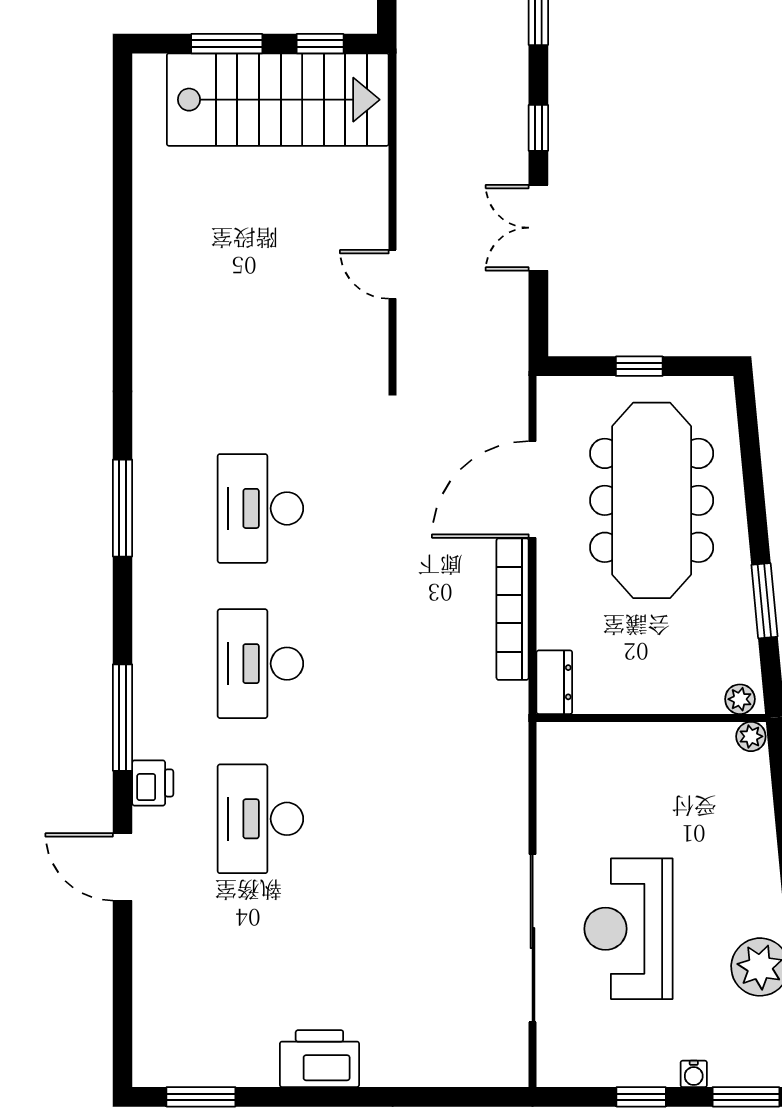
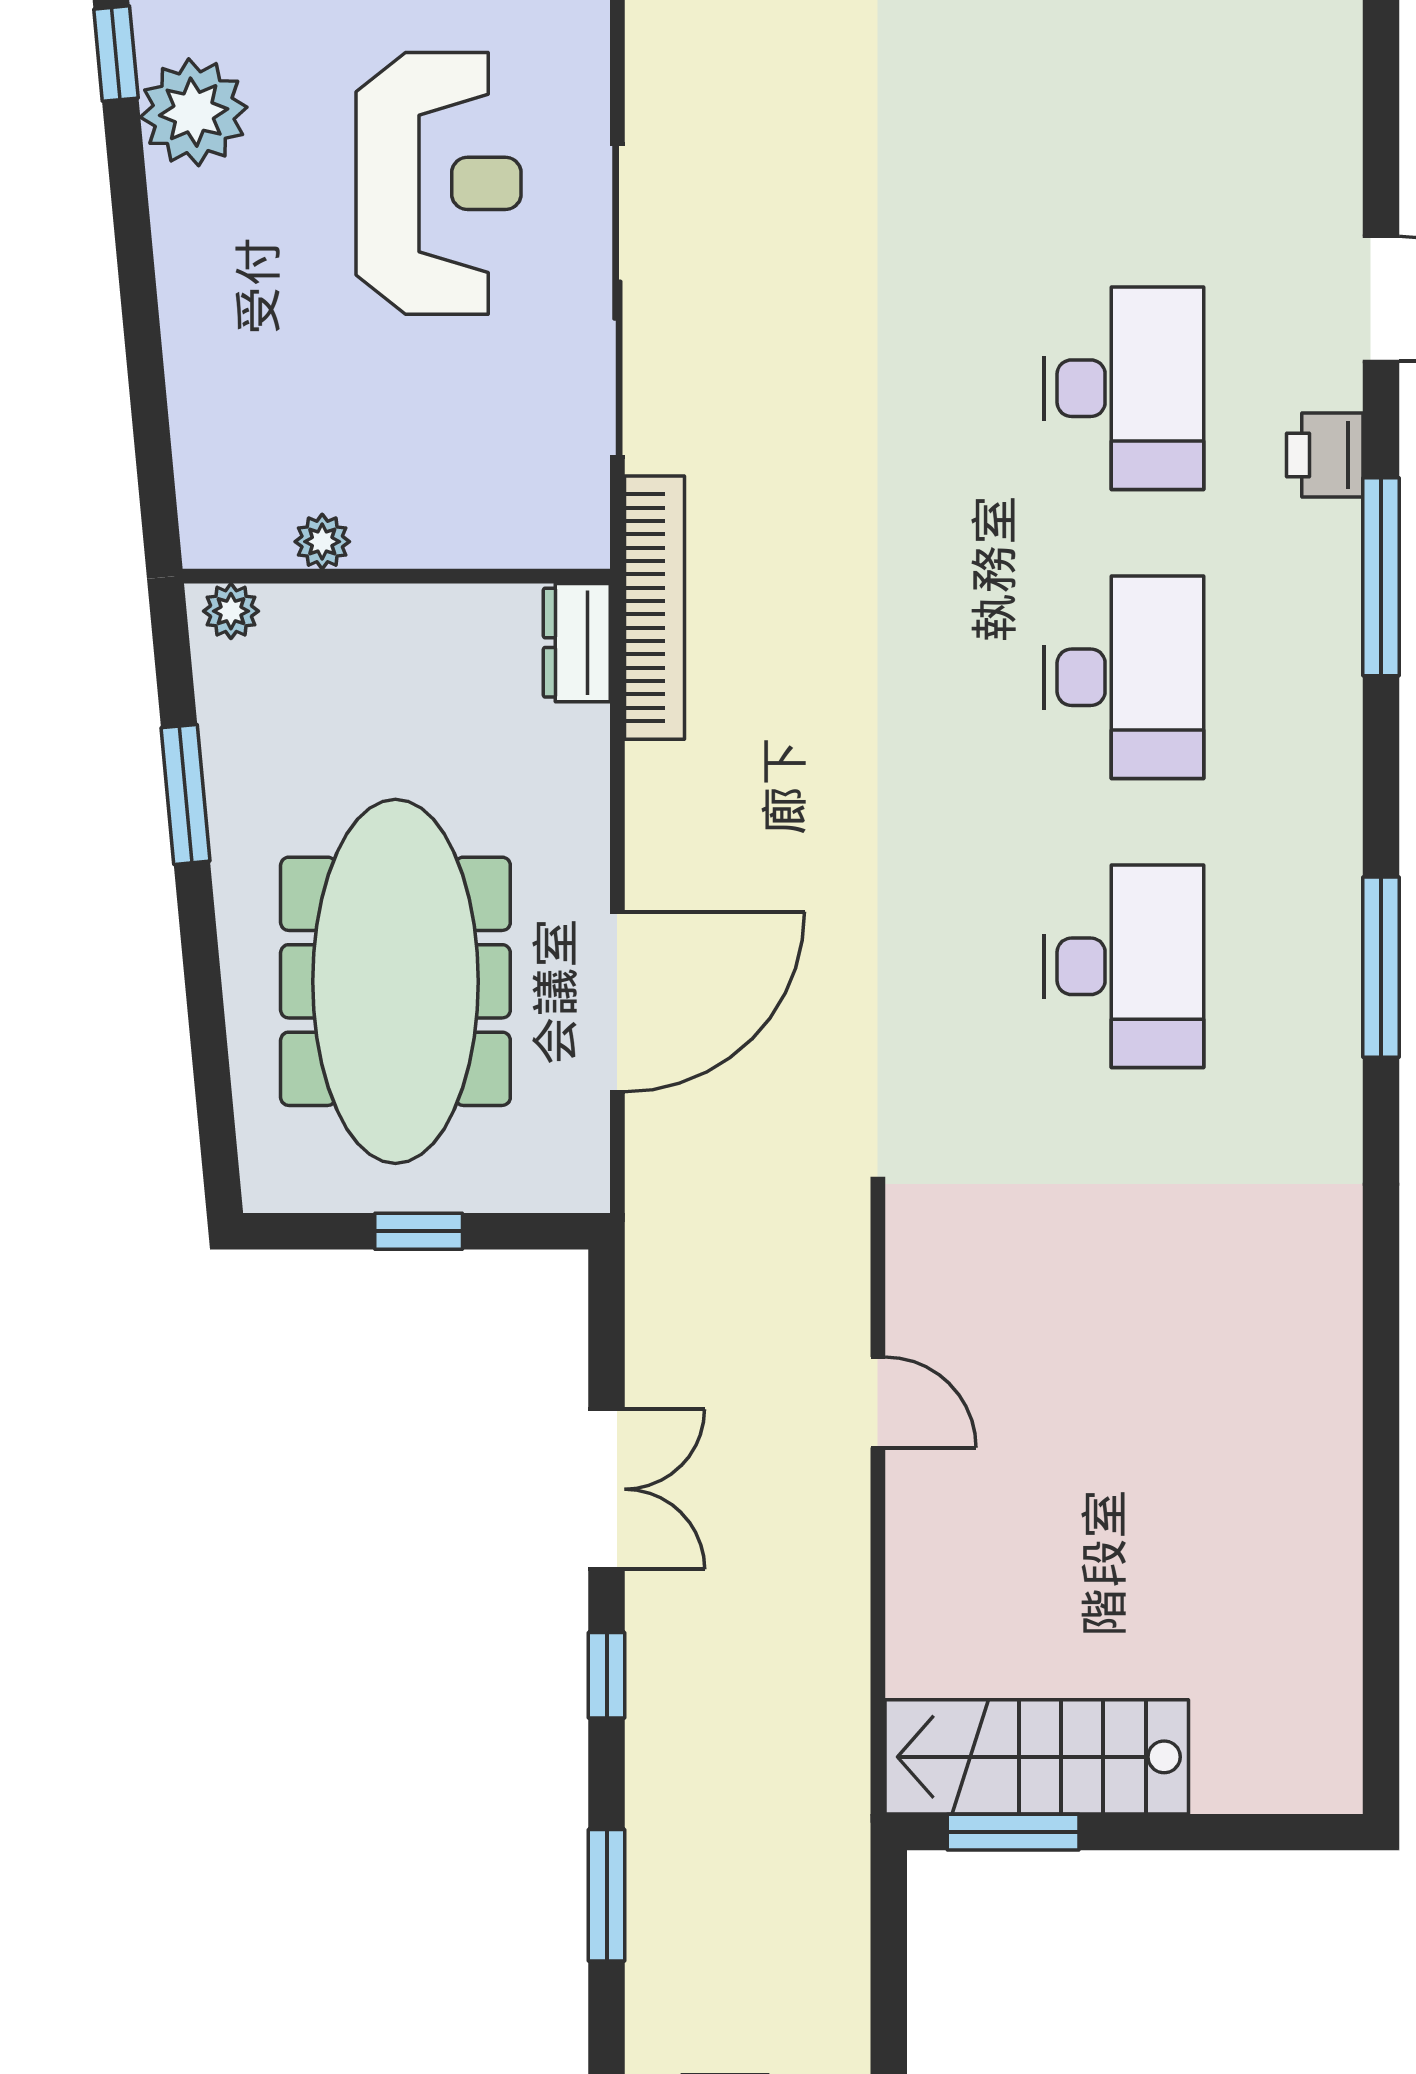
window: (227, 44) -> (1187, 1832), removed
window: (320, 44) -> (1013, 1832), width x1.50
stairs: (278, 100) -> (1037, 1757), width x0.73, depth x0.66
bookcase: (513, 609) -> (655, 608), moved
plant: (751, 736) -> (322, 542), moved
sliding door: (533, 938) -> (617, 300), moved

